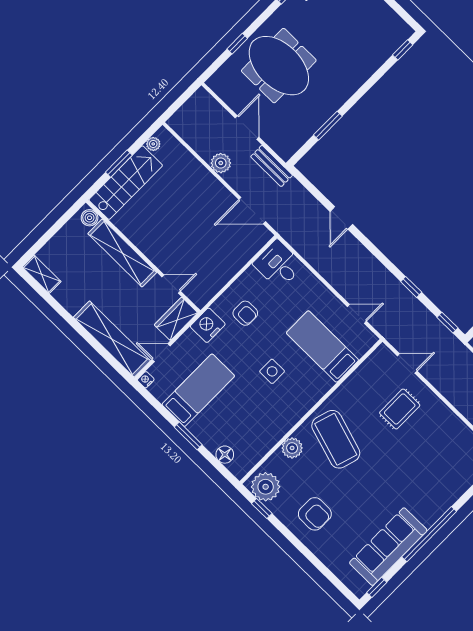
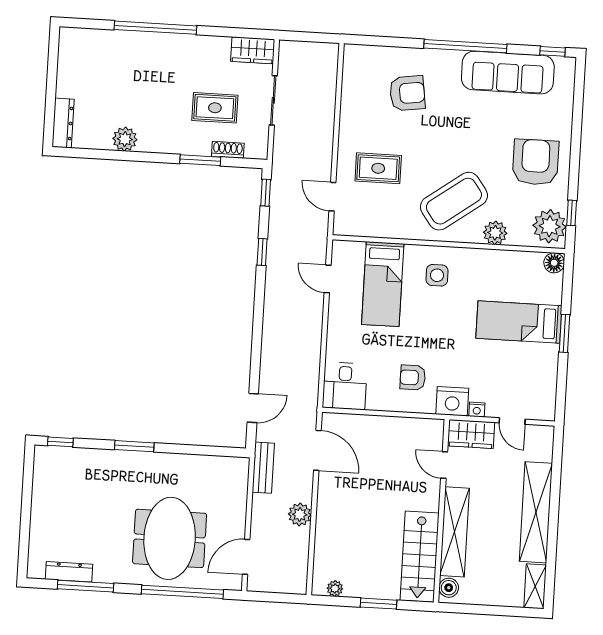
window: (237, 44) -> (182, 592), width x3.17
window: (328, 126) -> (134, 446), moved
door: (247, 128) -> (246, 557), moved
stairs: (126, 183) -> (420, 557), moved, turned -90
door: (341, 218) -> (253, 408), moved
armchair: (245, 313) -> (413, 378), turned -90
shelving: (112, 339) -> (536, 512), moved
side table: (272, 371) -> (437, 275), moved
nightstand: (146, 380) -> (477, 410), moved
bed: (198, 390) -> (519, 322), moved
coffee table: (336, 439) -> (454, 201), turned 37
floor lamp: (225, 455) -> (554, 263), moved
armchair: (432, 470) -> (407, 93), added
armchair: (315, 514) -> (536, 162), width x1.36, depth x1.36

